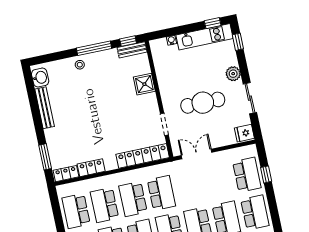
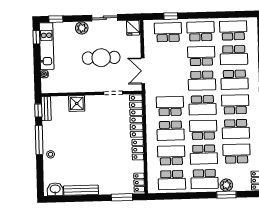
cafe table: (203, 103) -> (101, 58), turned 90
locker: (91, 168) -> (138, 150), moved
school desk: (104, 205) -> (171, 155), turned 180

